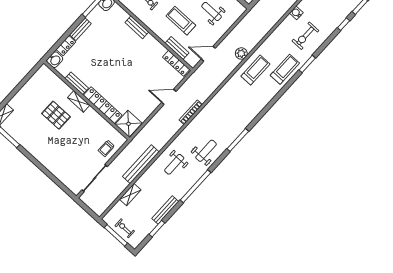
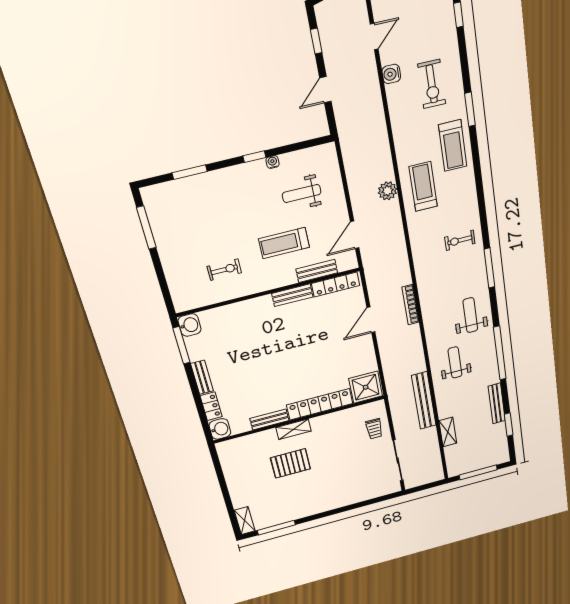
bench: (137, 27) -> (292, 295), moved
treadmill: (285, 69) -> (453, 146), turned 180
weight bench: (174, 164) -> (455, 362), turned 180
exercise bike: (125, 228) -> (460, 240), moved

